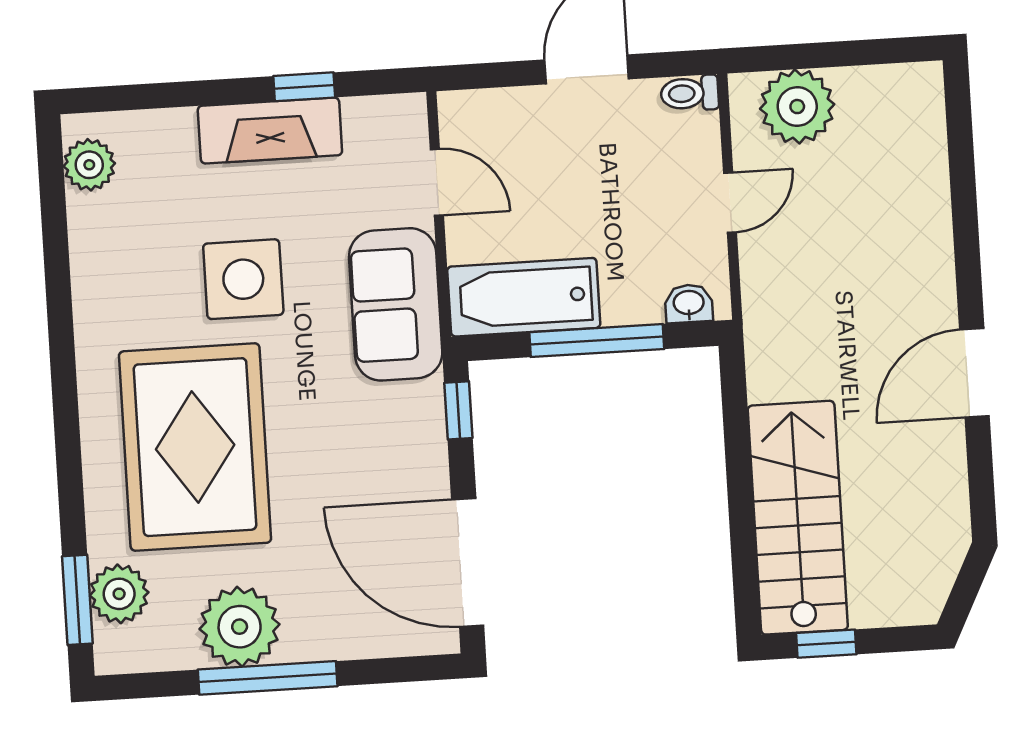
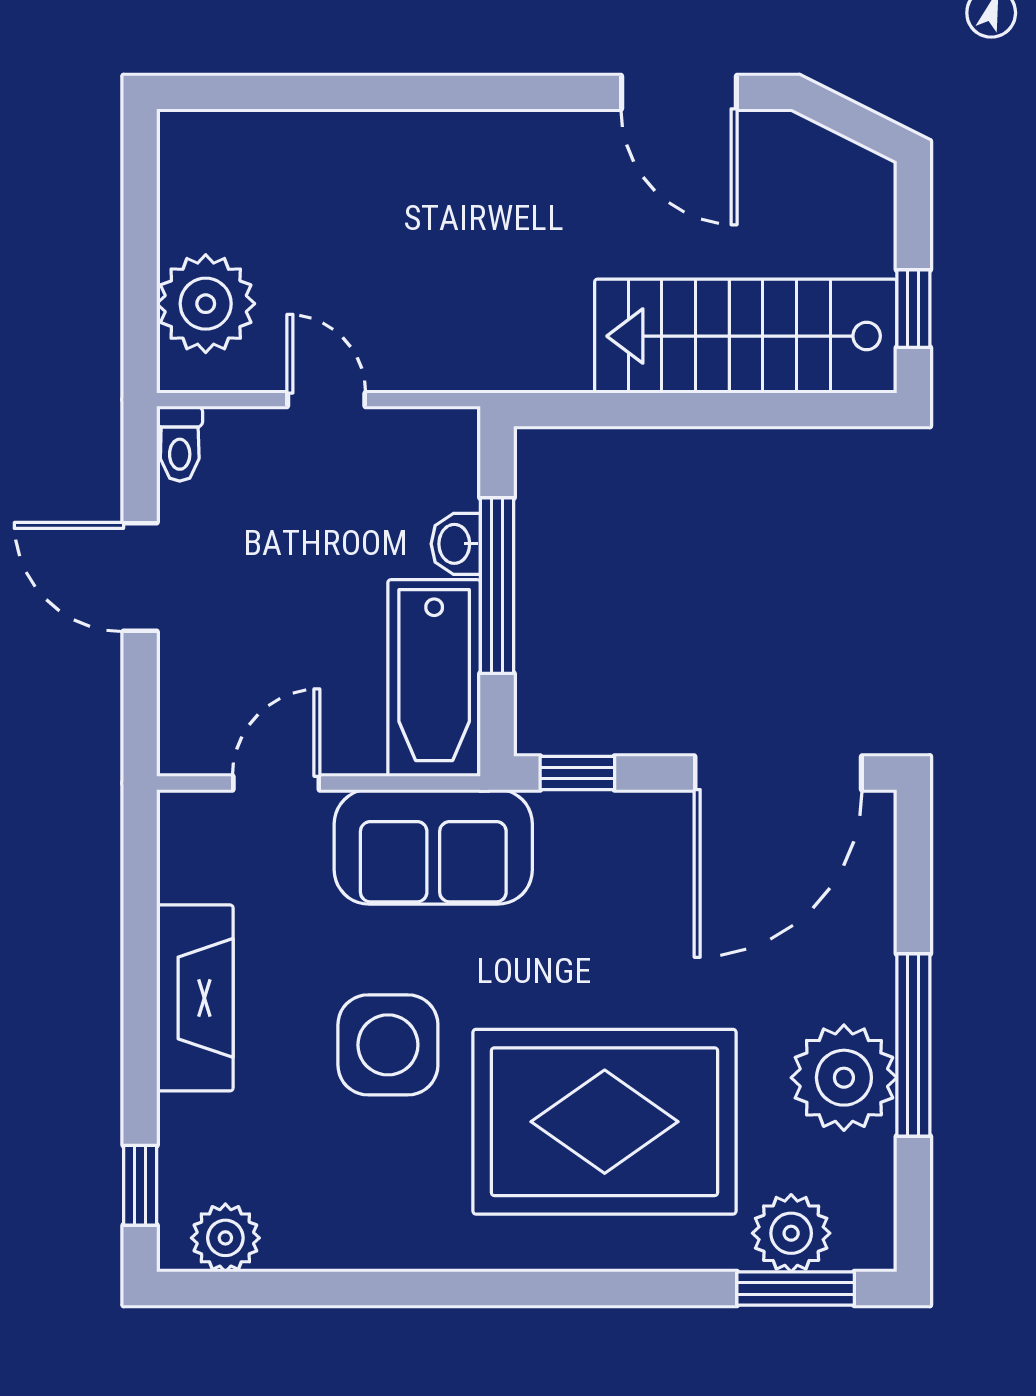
window: (304, 87) -> (140, 1185), moved
washbasin: (689, 304) -> (456, 544), moved
door: (974, 373) -> (679, 92), moved

